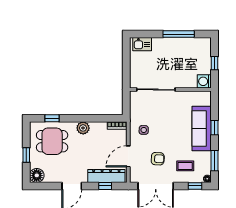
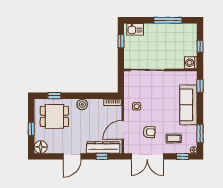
window: (126, 57) -> (121, 41), added
window: (214, 128) -> (200, 86), moved

